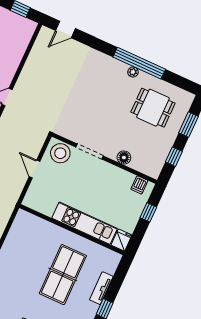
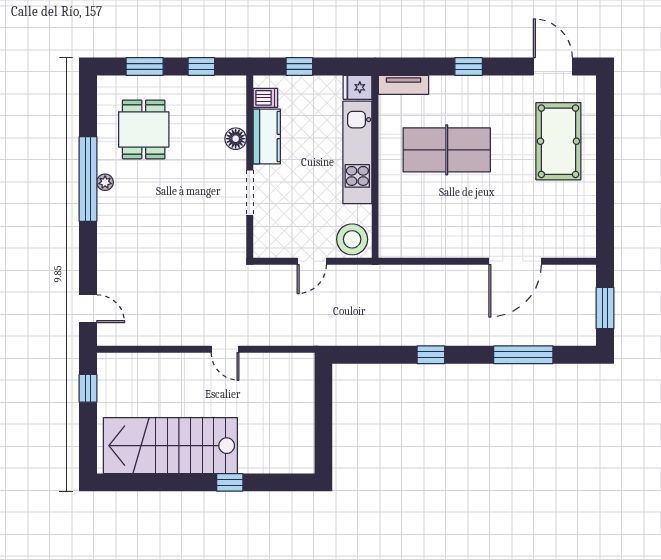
stool: (60, 153) -> (352, 239), moved
kitchen counter: (117, 176) -> (267, 137), added
tv unit: (101, 288) -> (403, 85), moved

